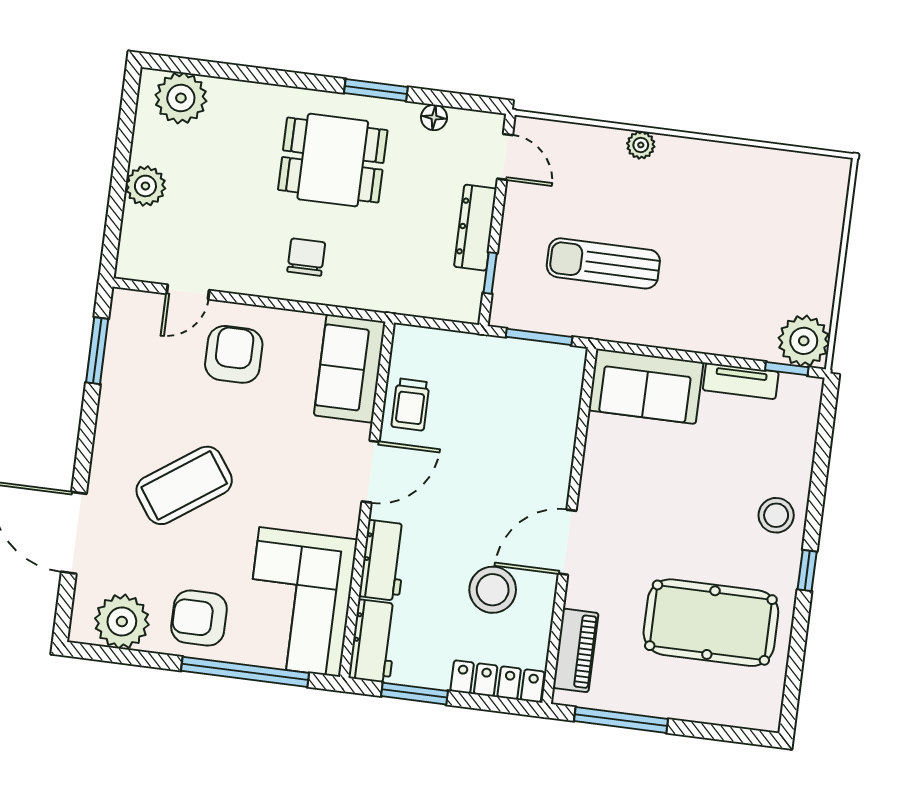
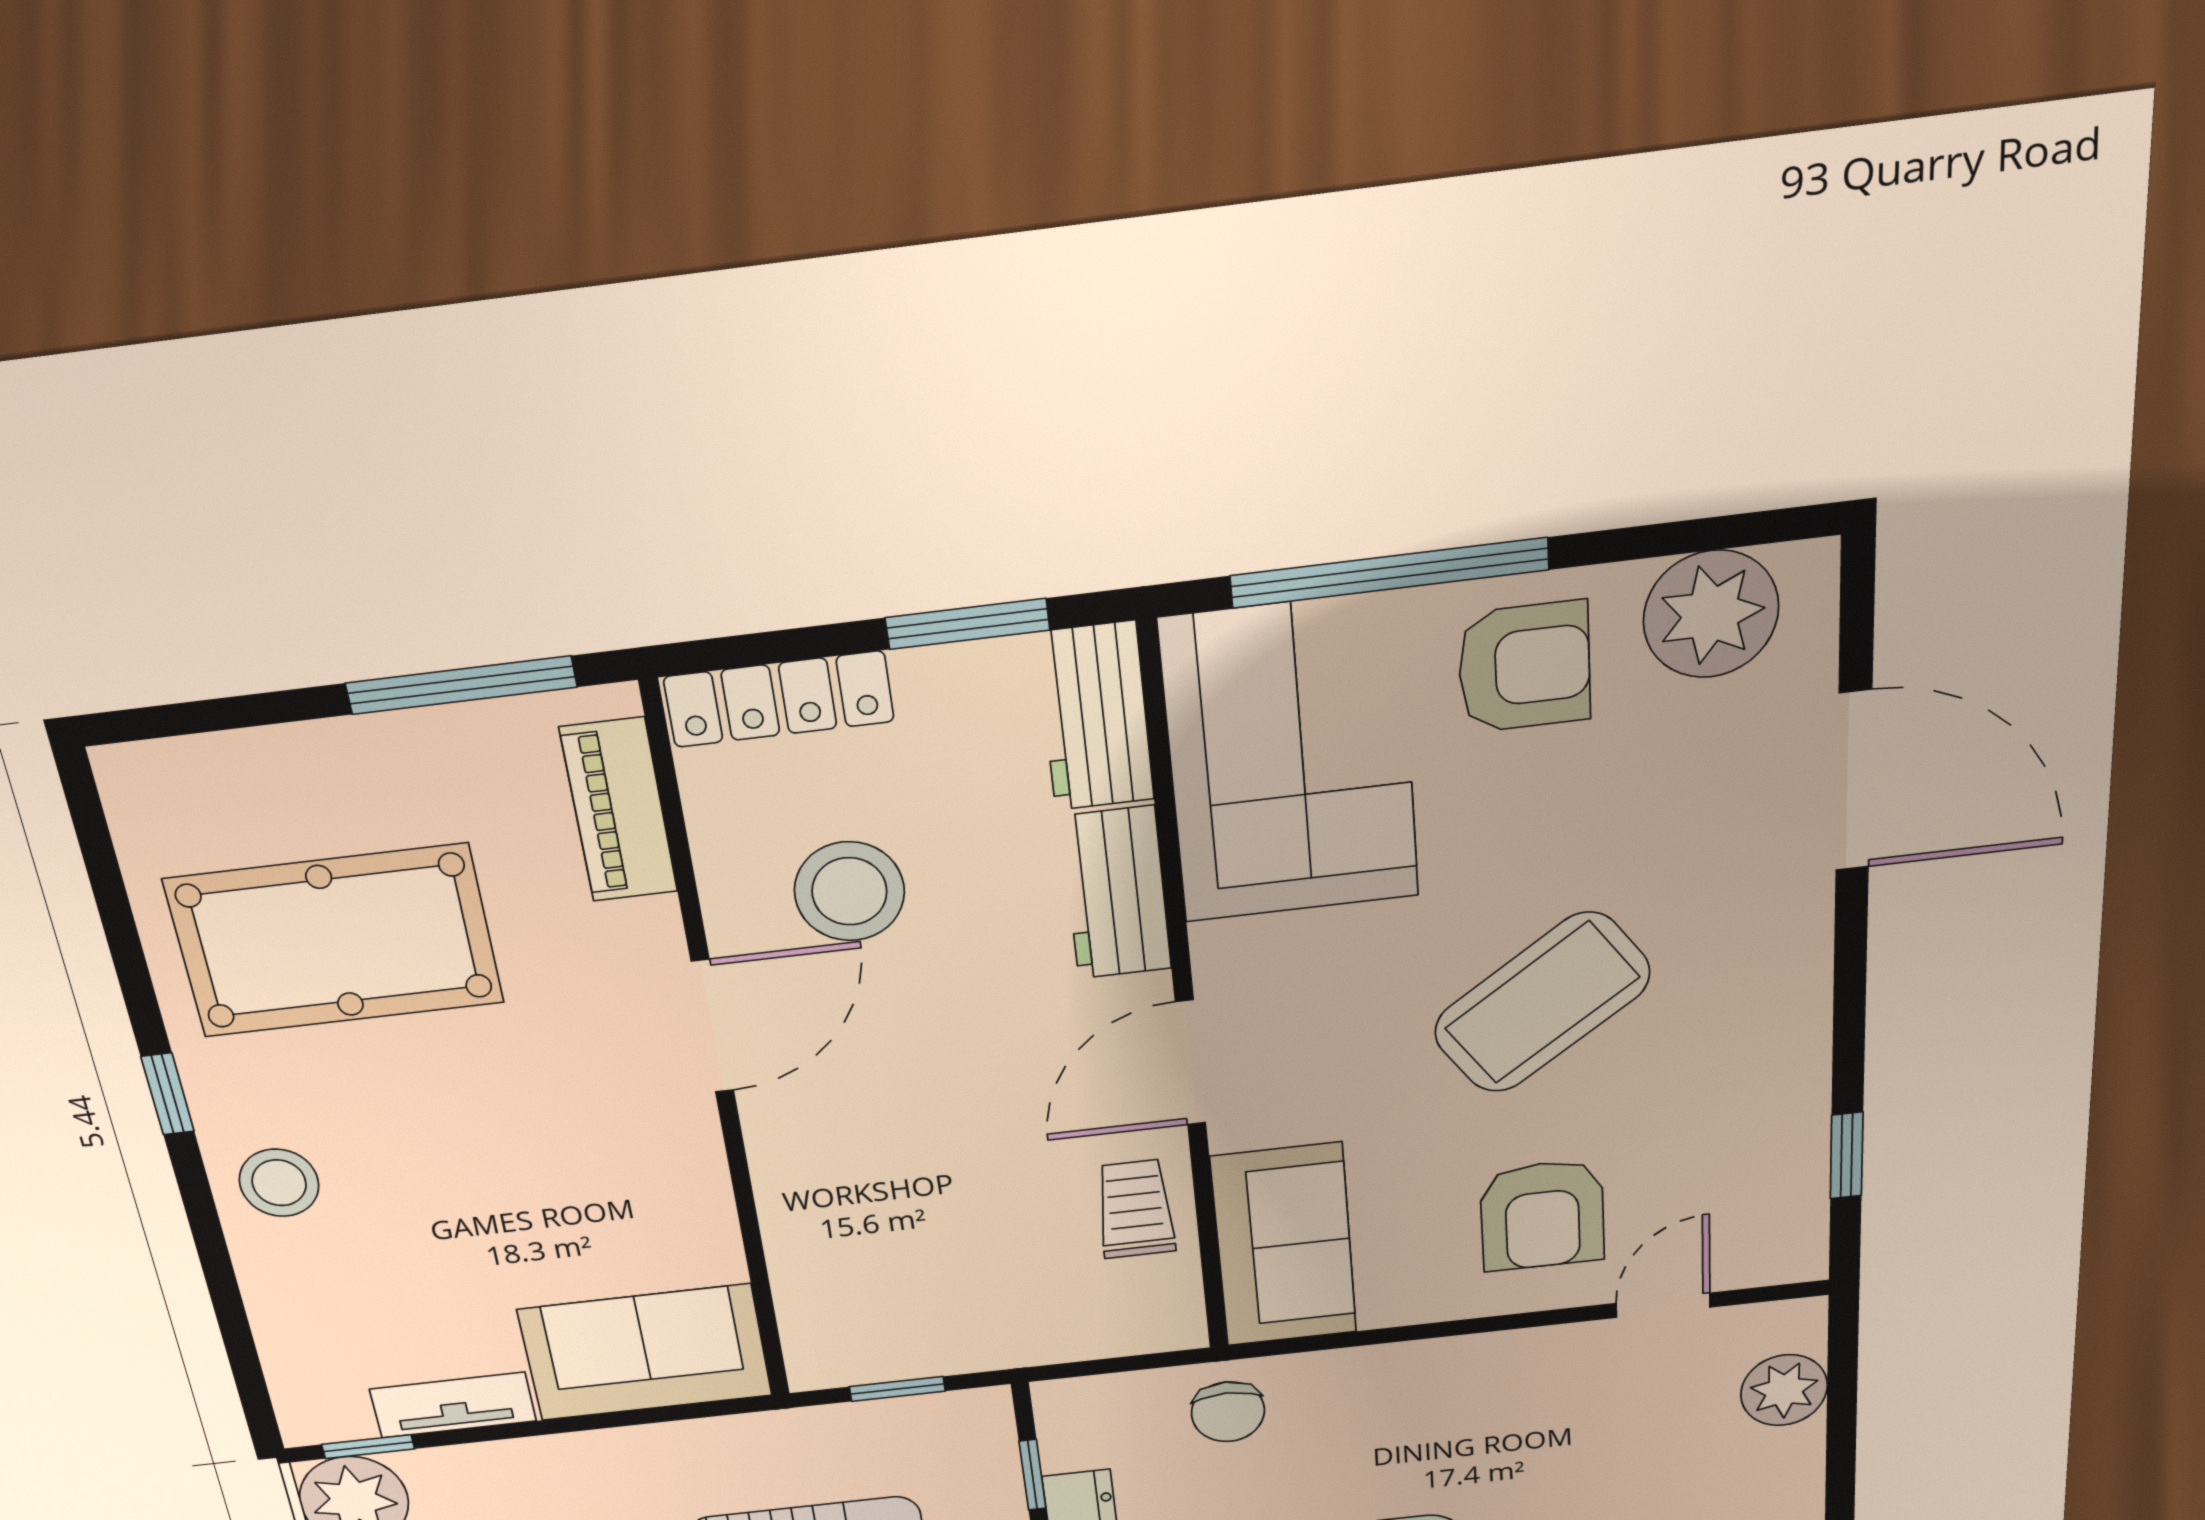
plant: (145, 186) -> (1784, 1390), moved
chair: (306, 257) -> (1228, 1412), moved
window: (539, 337) -> (897, 1389), width x0.67
window: (97, 351) -> (1847, 1156), width x0.67
coffee table: (184, 485) -> (1542, 1003), moved

